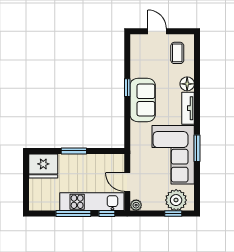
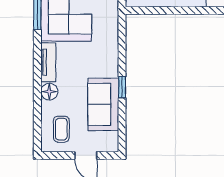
sofa: (143, 100) -> (103, 104), moved
window: (74, 151) -> (187, 10), removed

